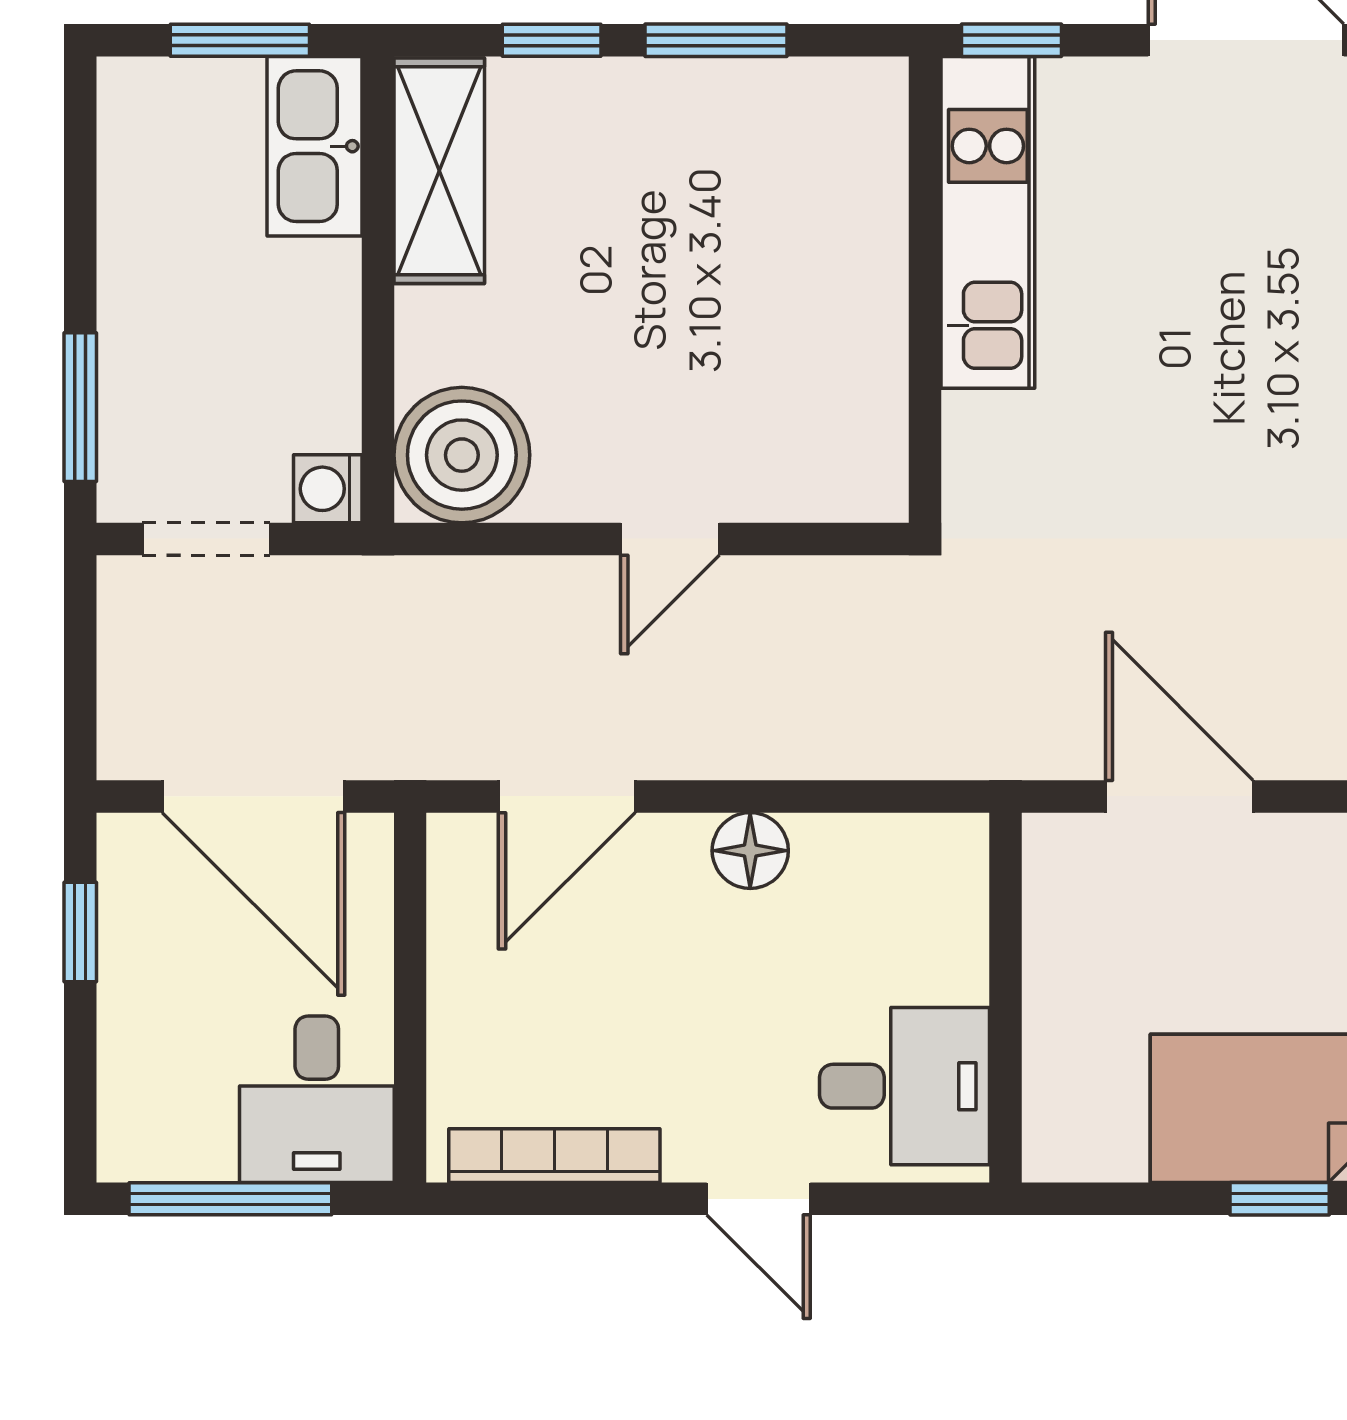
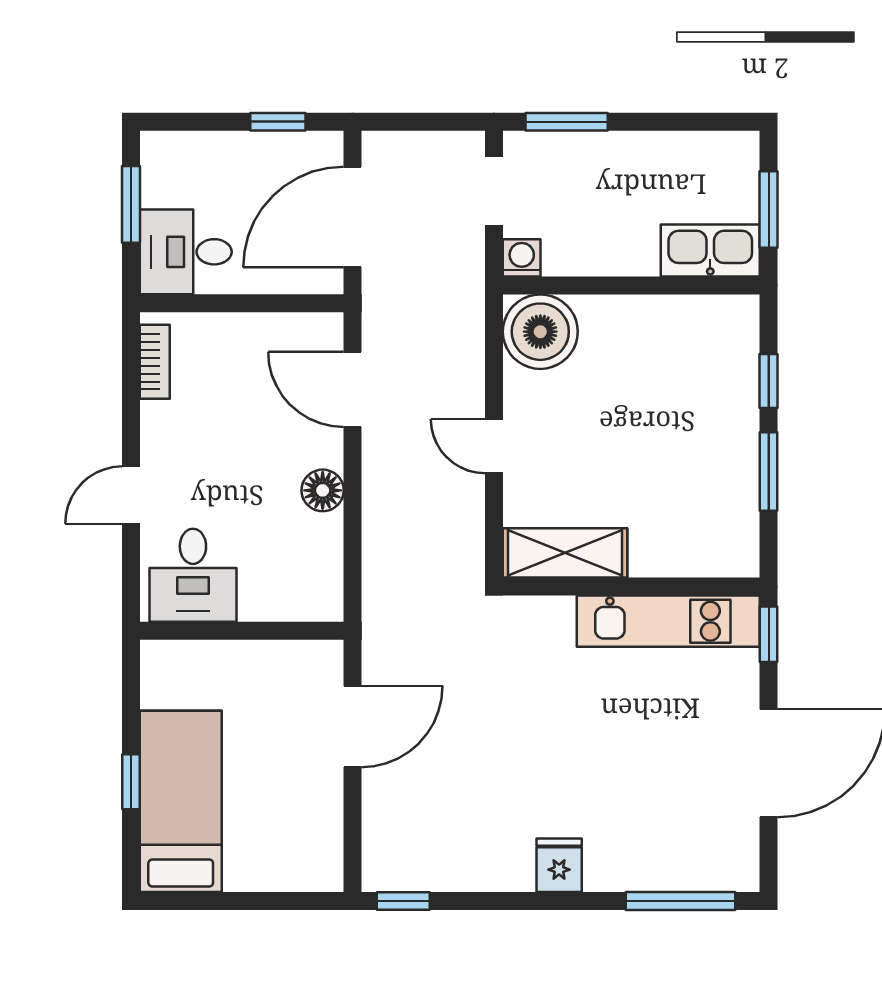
shelving: (439, 171) -> (565, 553), moved
bookcase: (554, 1156) -> (155, 362), width x0.64
window: (230, 1199) -> (131, 204), width x0.69

